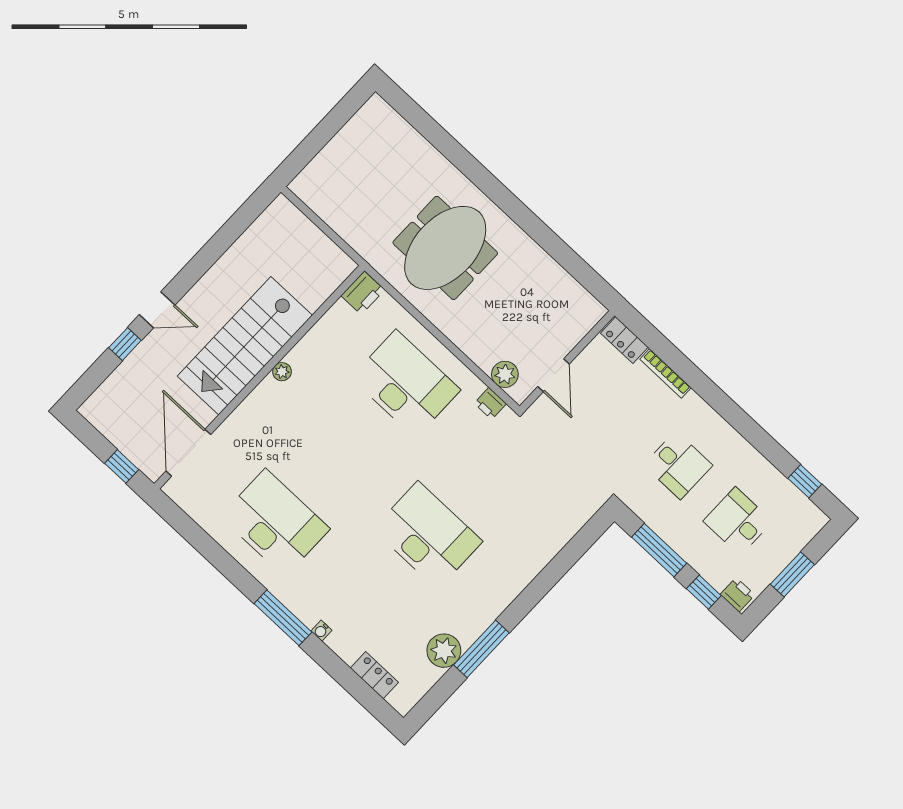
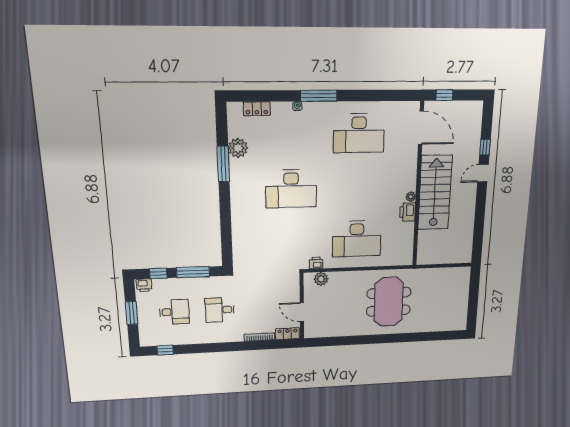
printer: (363, 293) -> (408, 212), moved
door: (554, 375) -> (302, 312), moved

